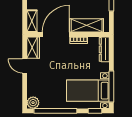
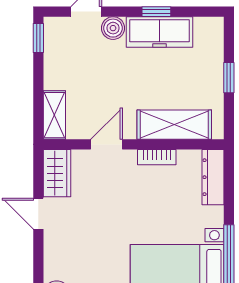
door: (56, 34) -> (107, 144), width x0.53

